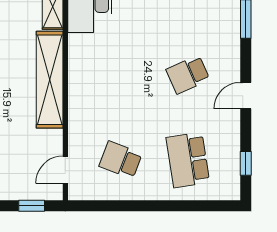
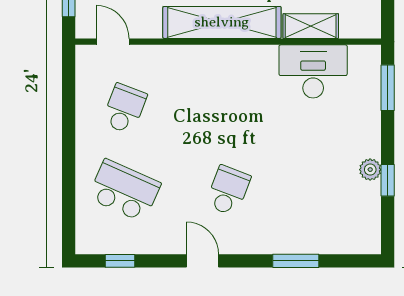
school desk: (188, 75) -> (228, 191), turned 45
school desk: (188, 160) -> (124, 191), turned 33

